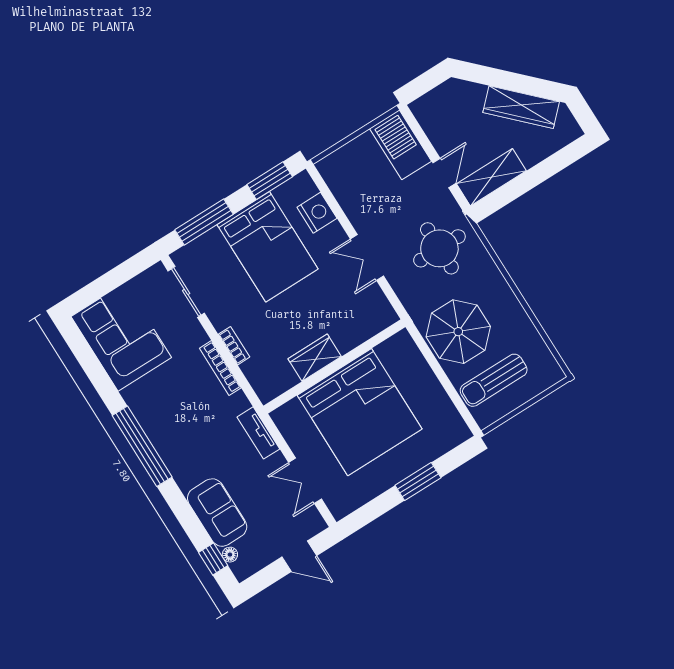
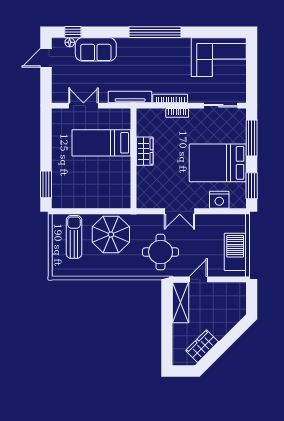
wardrobe: (521, 107) -> (202, 346), width x0.67
barbecue: (401, 145) -> (235, 252), moved, turned -90
door: (444, 173) -> (198, 279), swing flipped
double door: (367, 258) -> (180, 211), swing flipped
bed: (360, 412) -> (101, 143), width x0.49
tv unit: (258, 433) -> (130, 97), width x1.41
window: (418, 482) -> (46, 184), moved
door: (299, 556) -> (46, 58), moved

